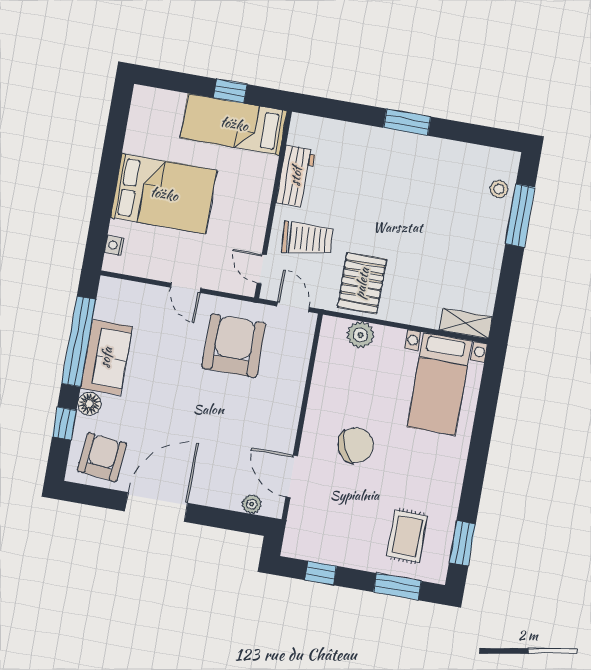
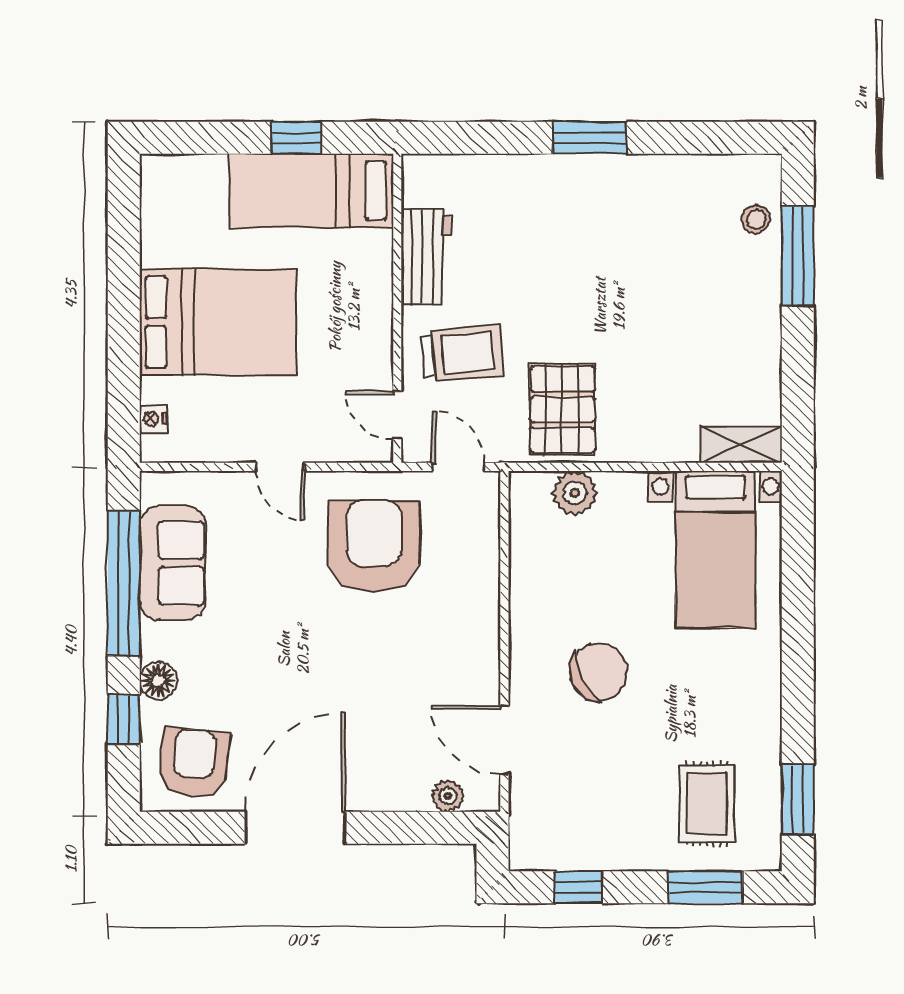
sofa: (106, 357) -> (173, 563), moved

